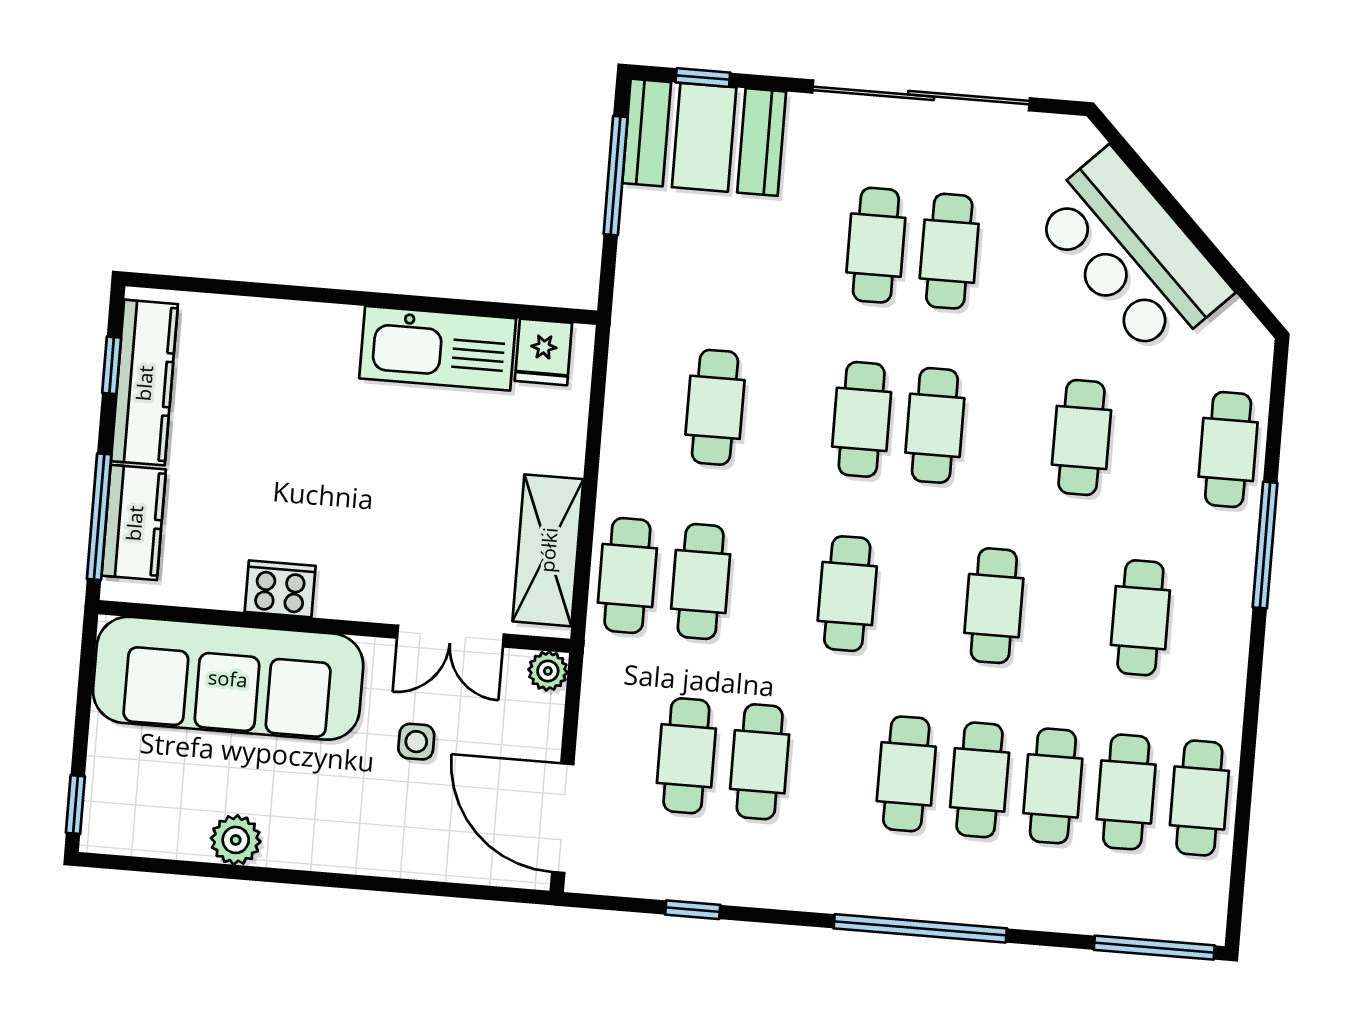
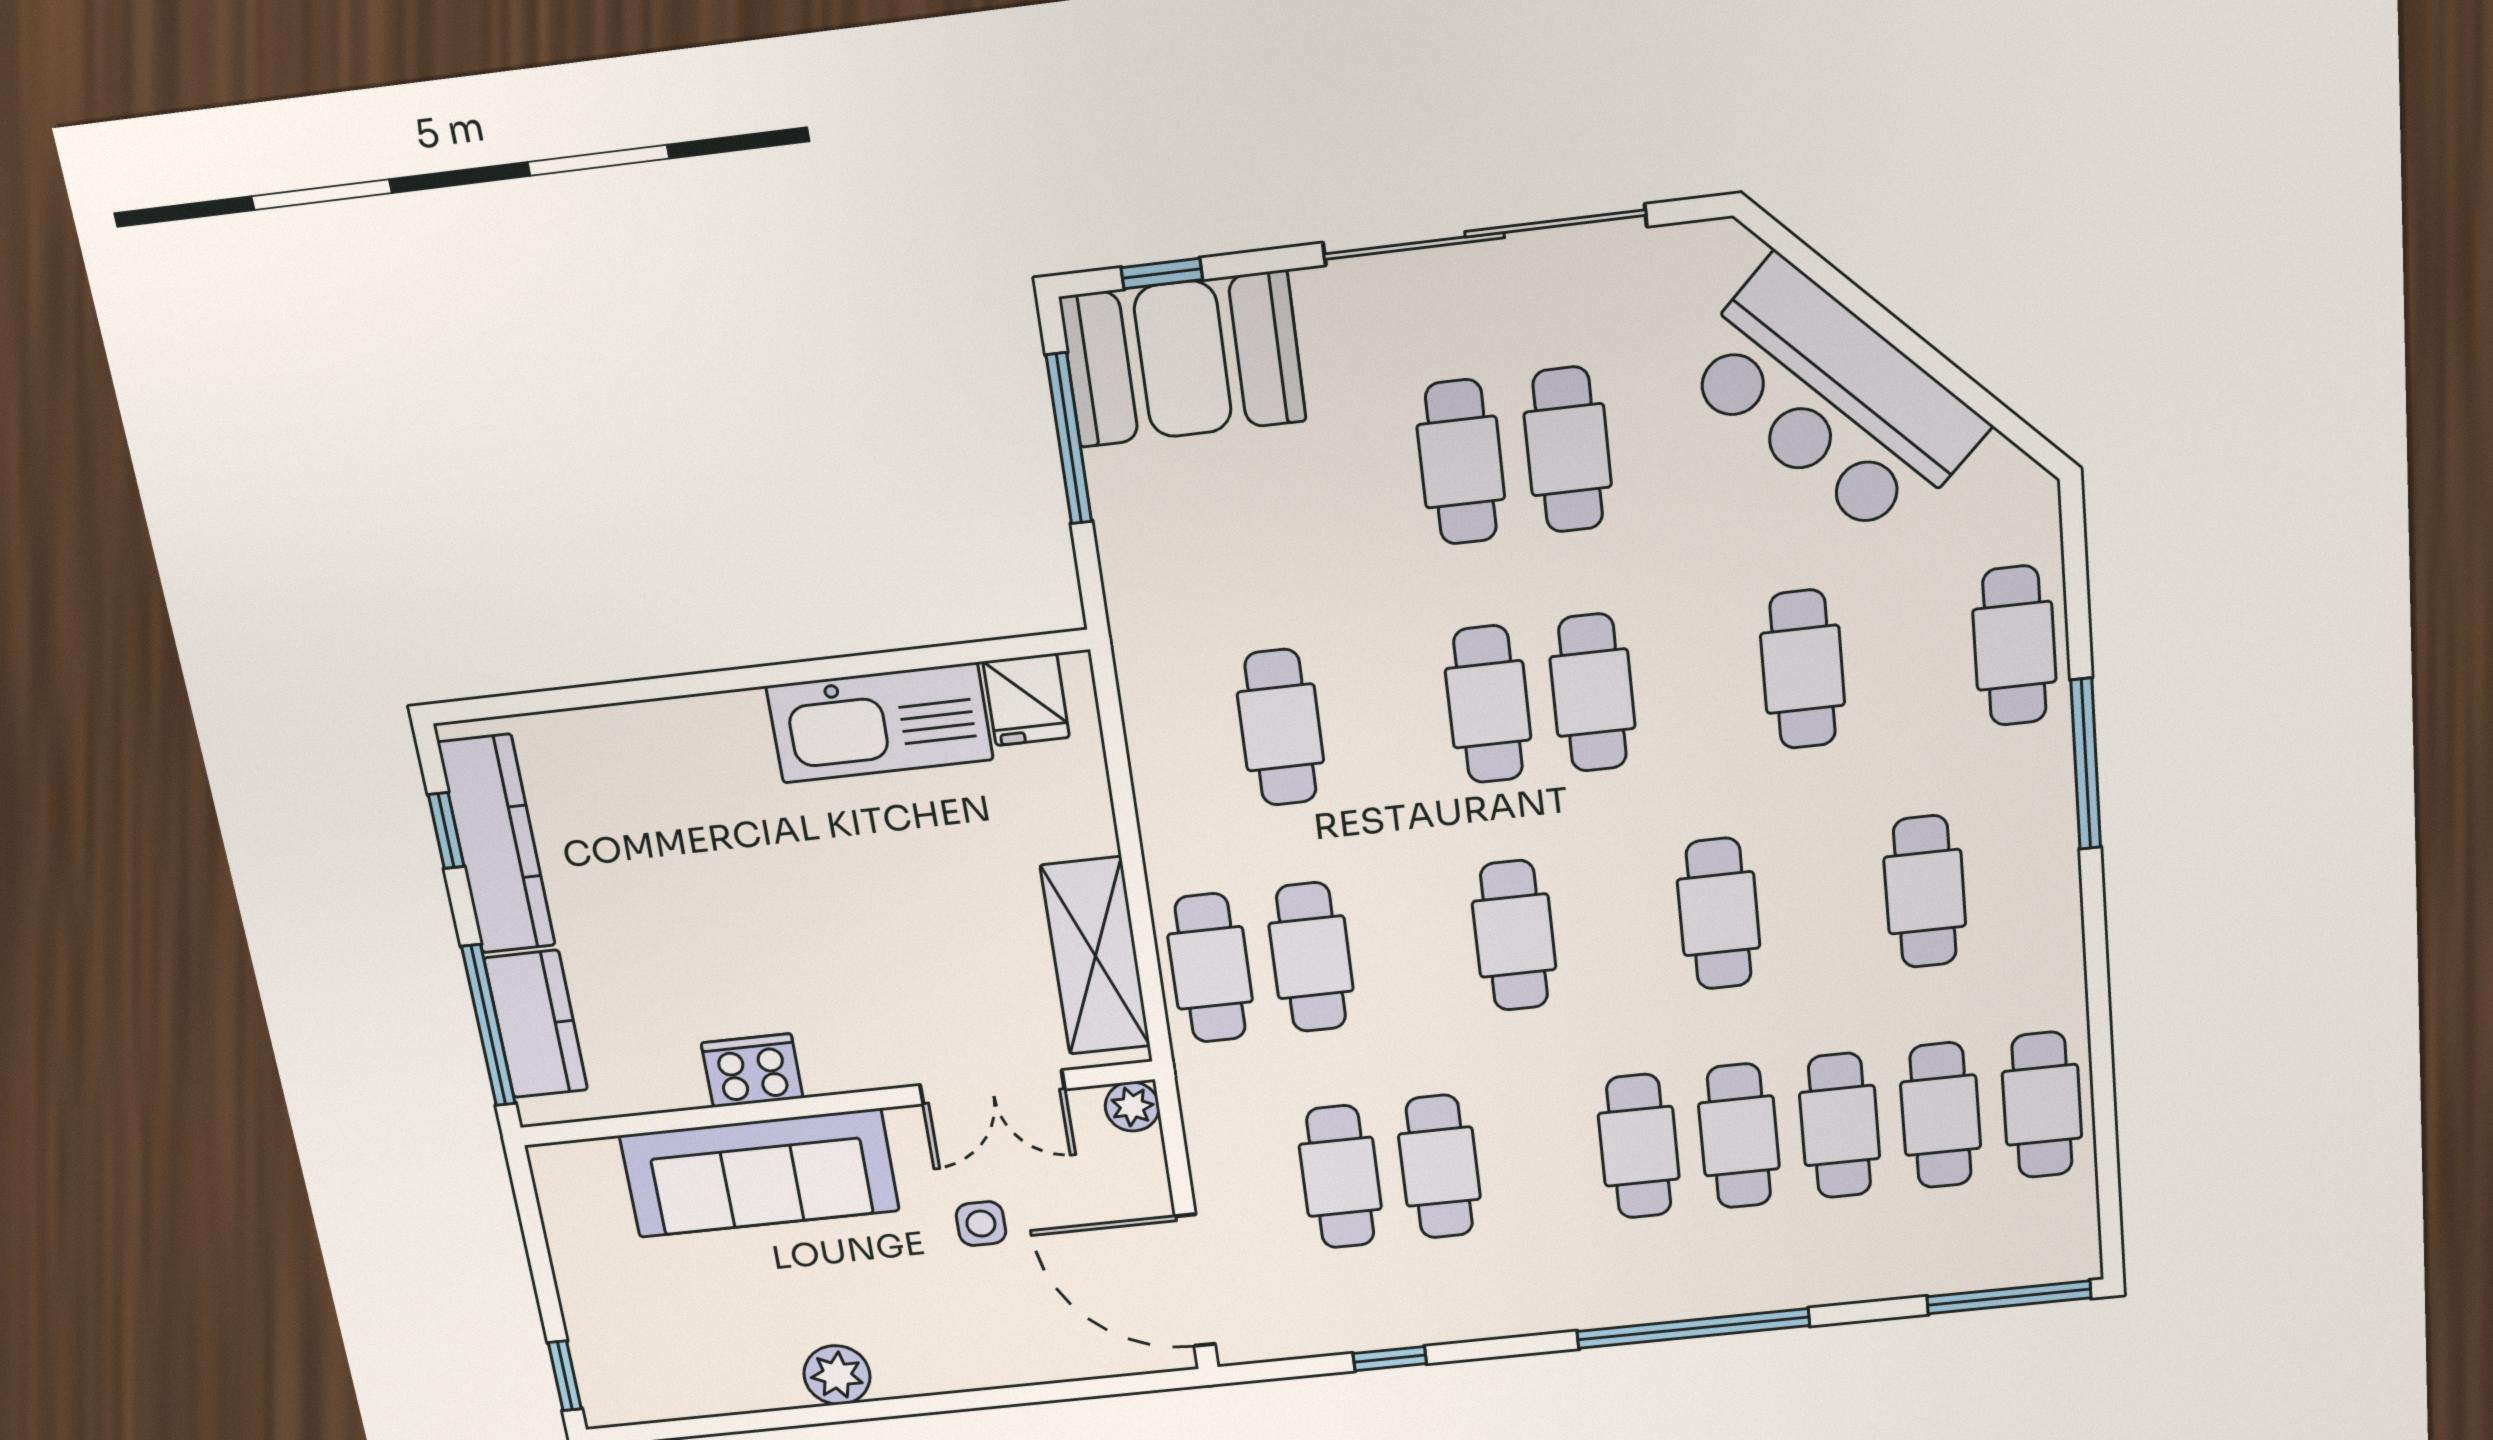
sofa: (228, 678) -> (760, 1173), width x0.74, depth x0.79
plant: (236, 840) -> (837, 1375), moved

